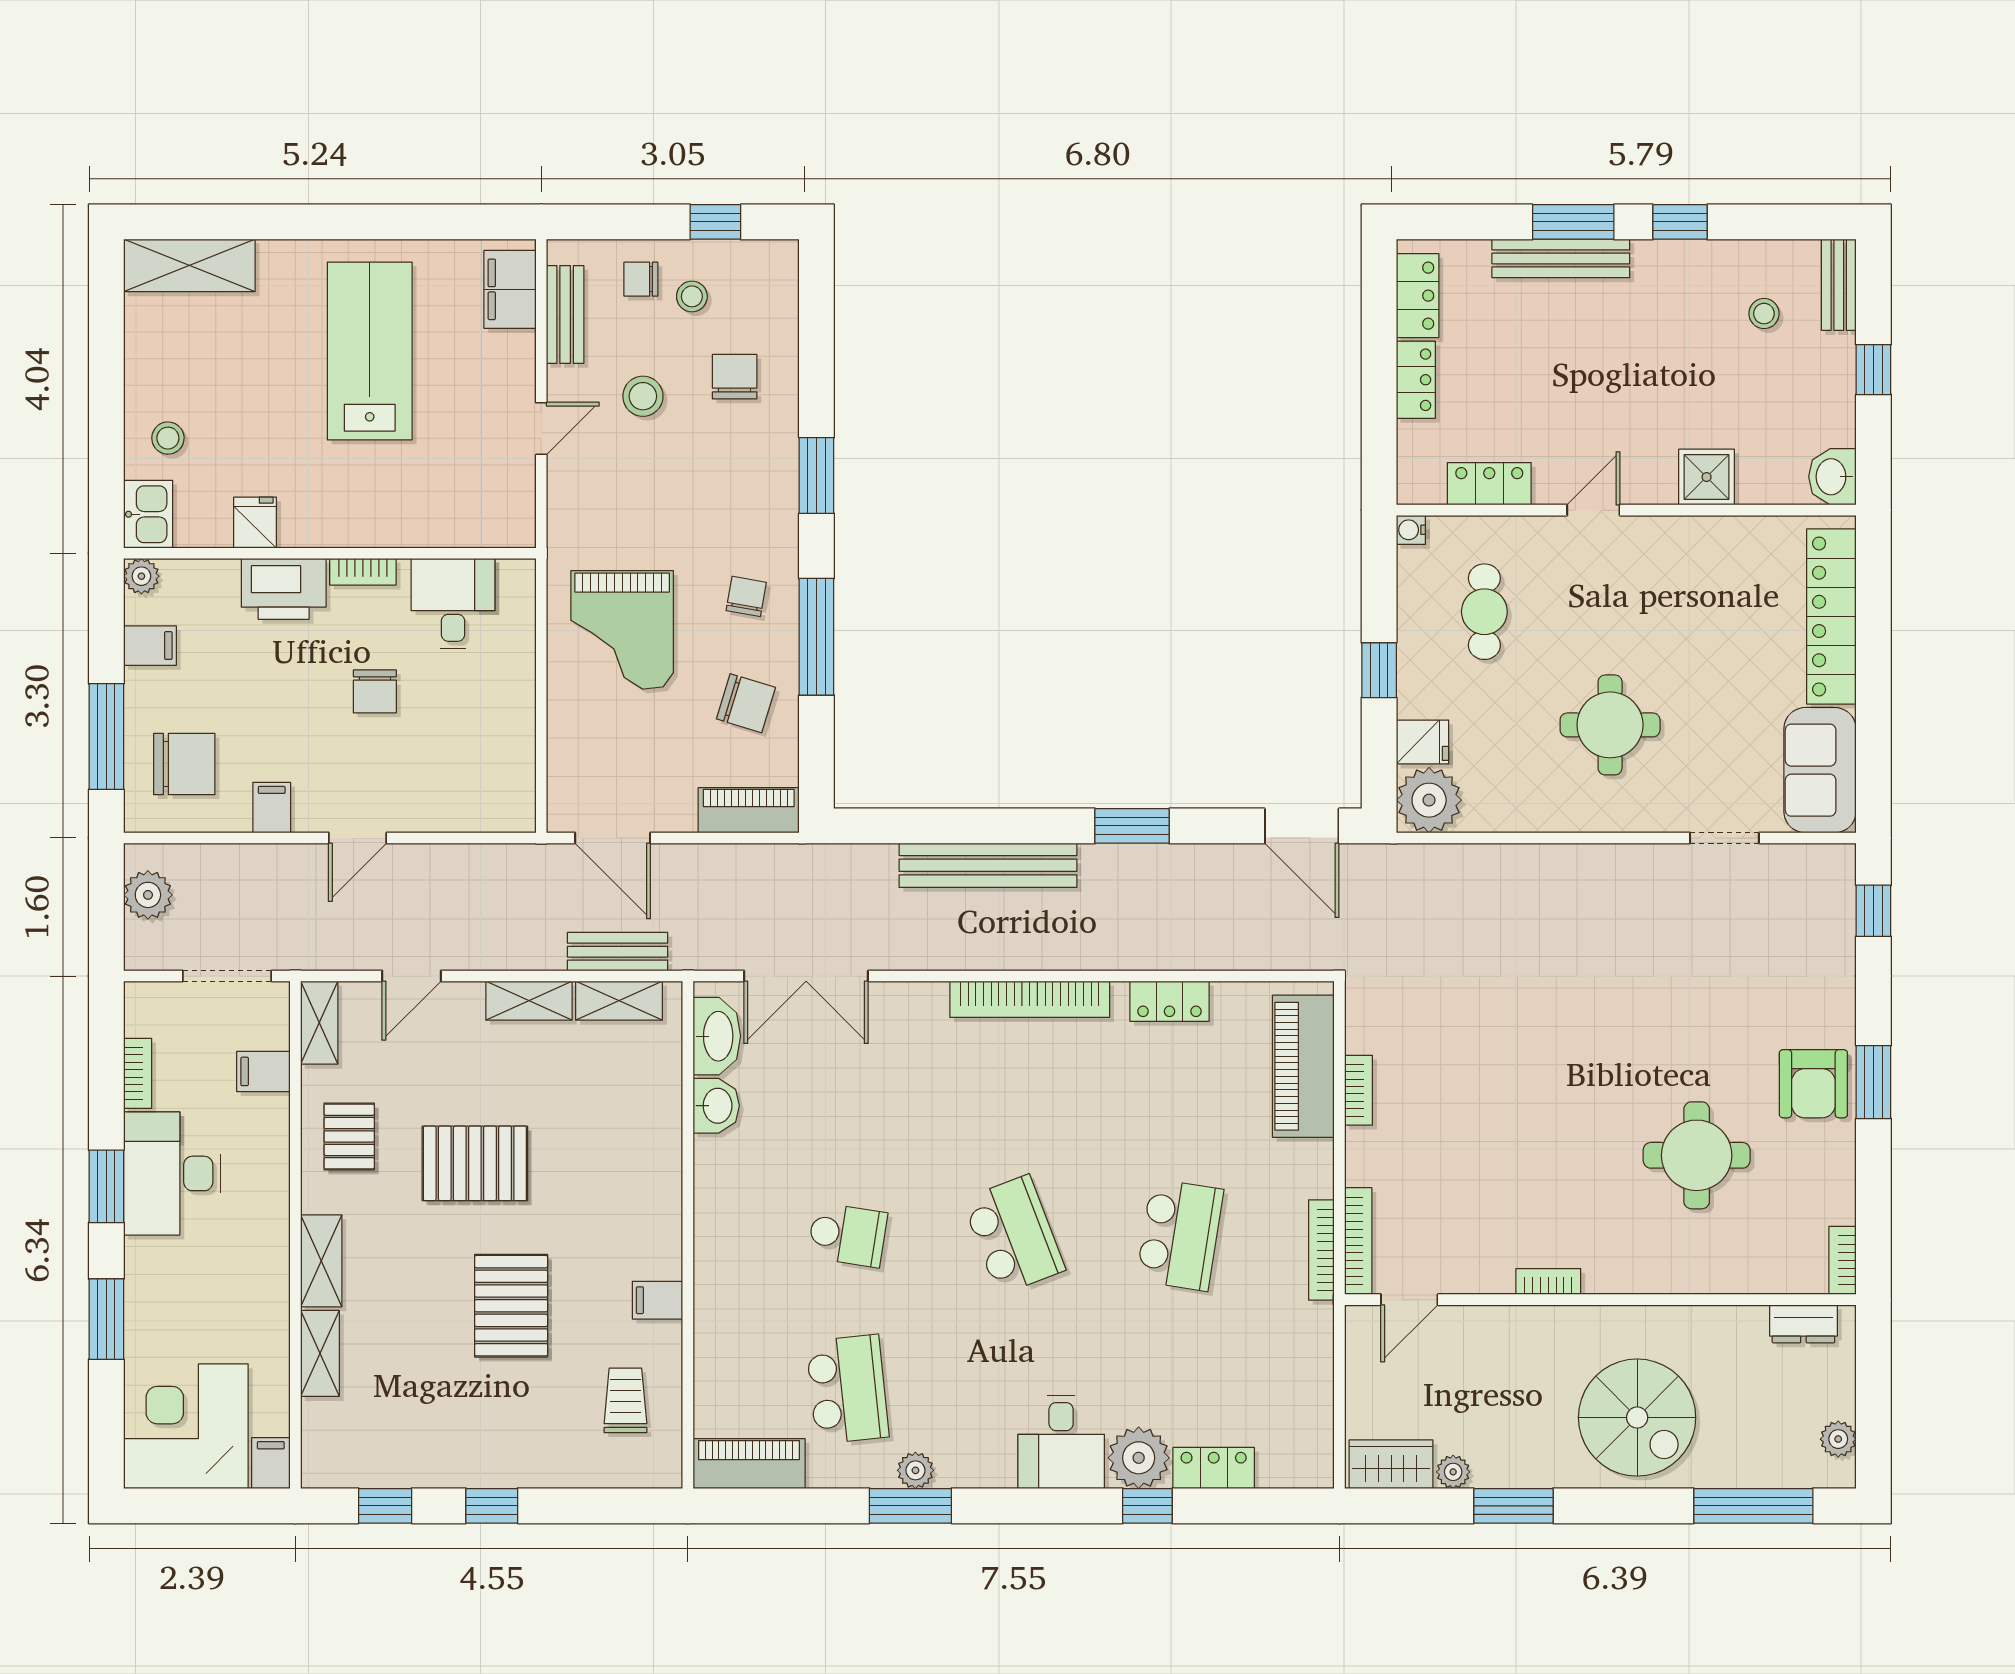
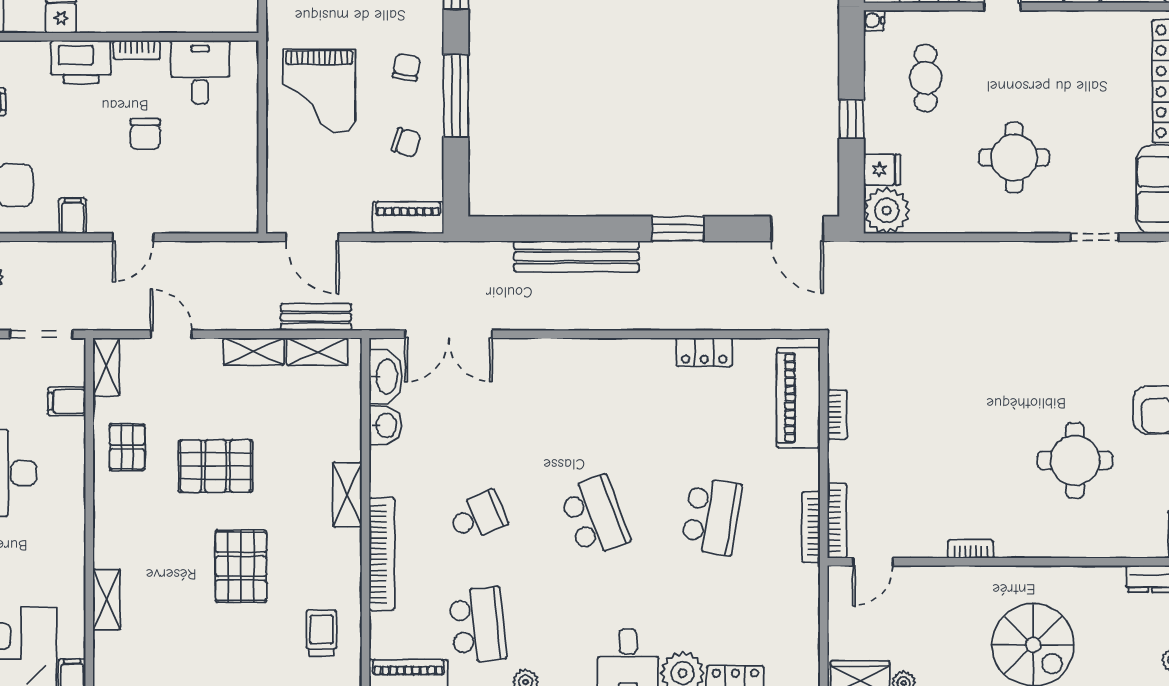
chair: (746, 703) -> (406, 142), width x0.73, depth x0.73
door: (411, 976) -> (171, 334), swing flipped
bookcase: (1030, 999) -> (382, 554), moved, turned -90
school desk: (847, 1235) -> (478, 516), turned -33
shelving: (321, 1261) -> (347, 495), moved
filing cabinet: (658, 1300) -> (344, 562), removed

